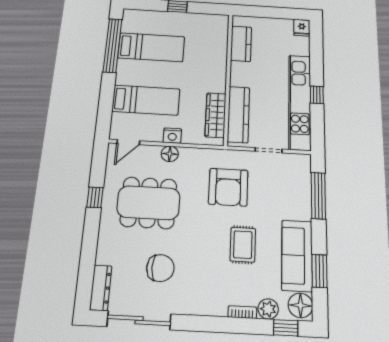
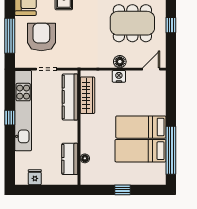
fridge: (302, 28) -> (35, 177), moved
floor lamp: (222, 43) -> (85, 158), added
bed: (146, 100) -> (141, 127), moved
armchair: (228, 187) -> (41, 37), moved

